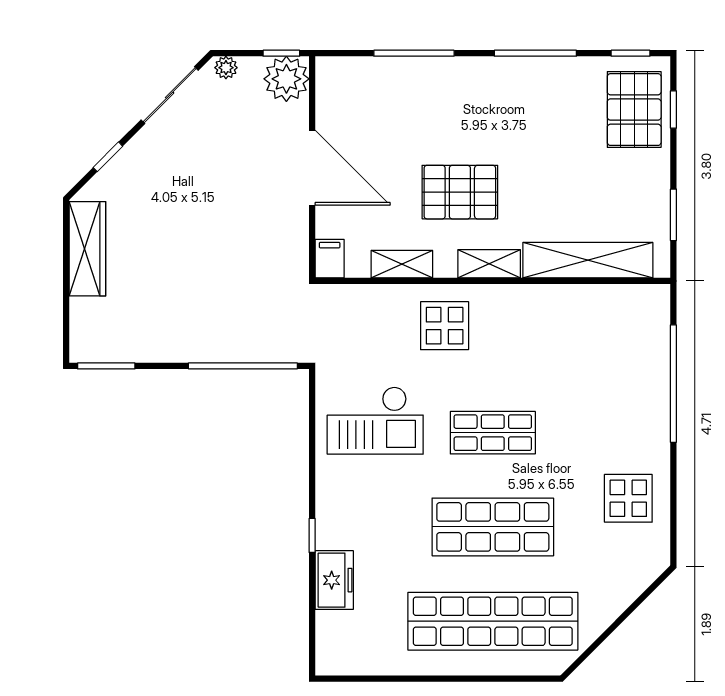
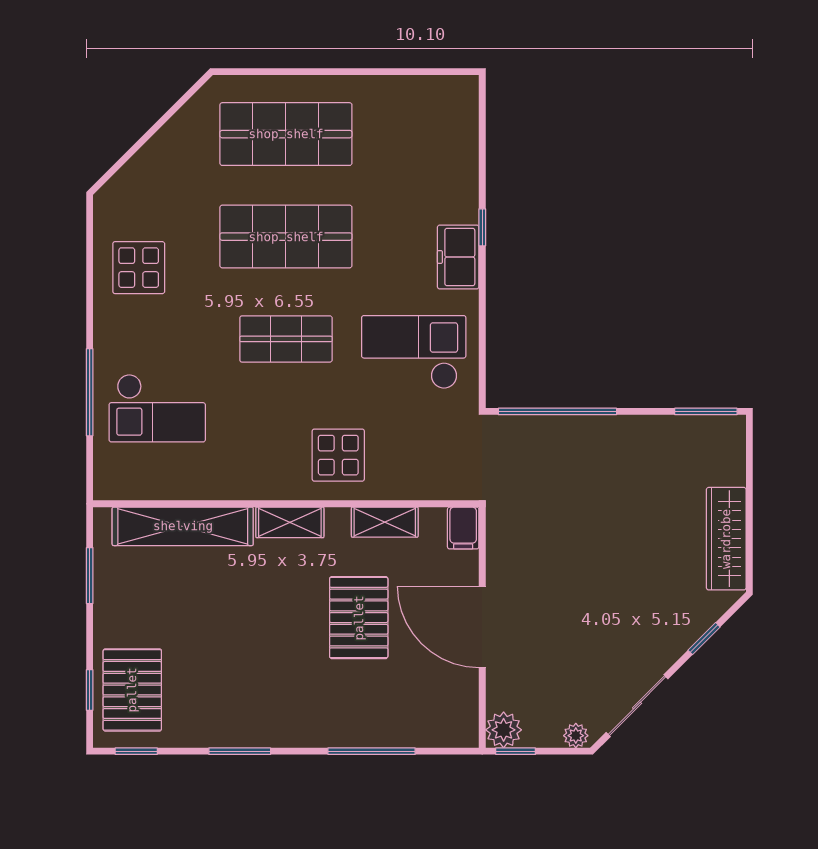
window: (535, 53) -> (240, 751), width x0.69
plant: (286, 79) -> (504, 730), width x0.73, depth x0.73
pallet: (460, 192) -> (359, 618), moved, turned 90
checkout: (611, 369) -> (157, 408), added
window: (673, 384) -> (90, 392), width x0.68
freezer: (334, 580) -> (458, 257), moved
shop shelf: (493, 621) -> (286, 134), width x0.71

